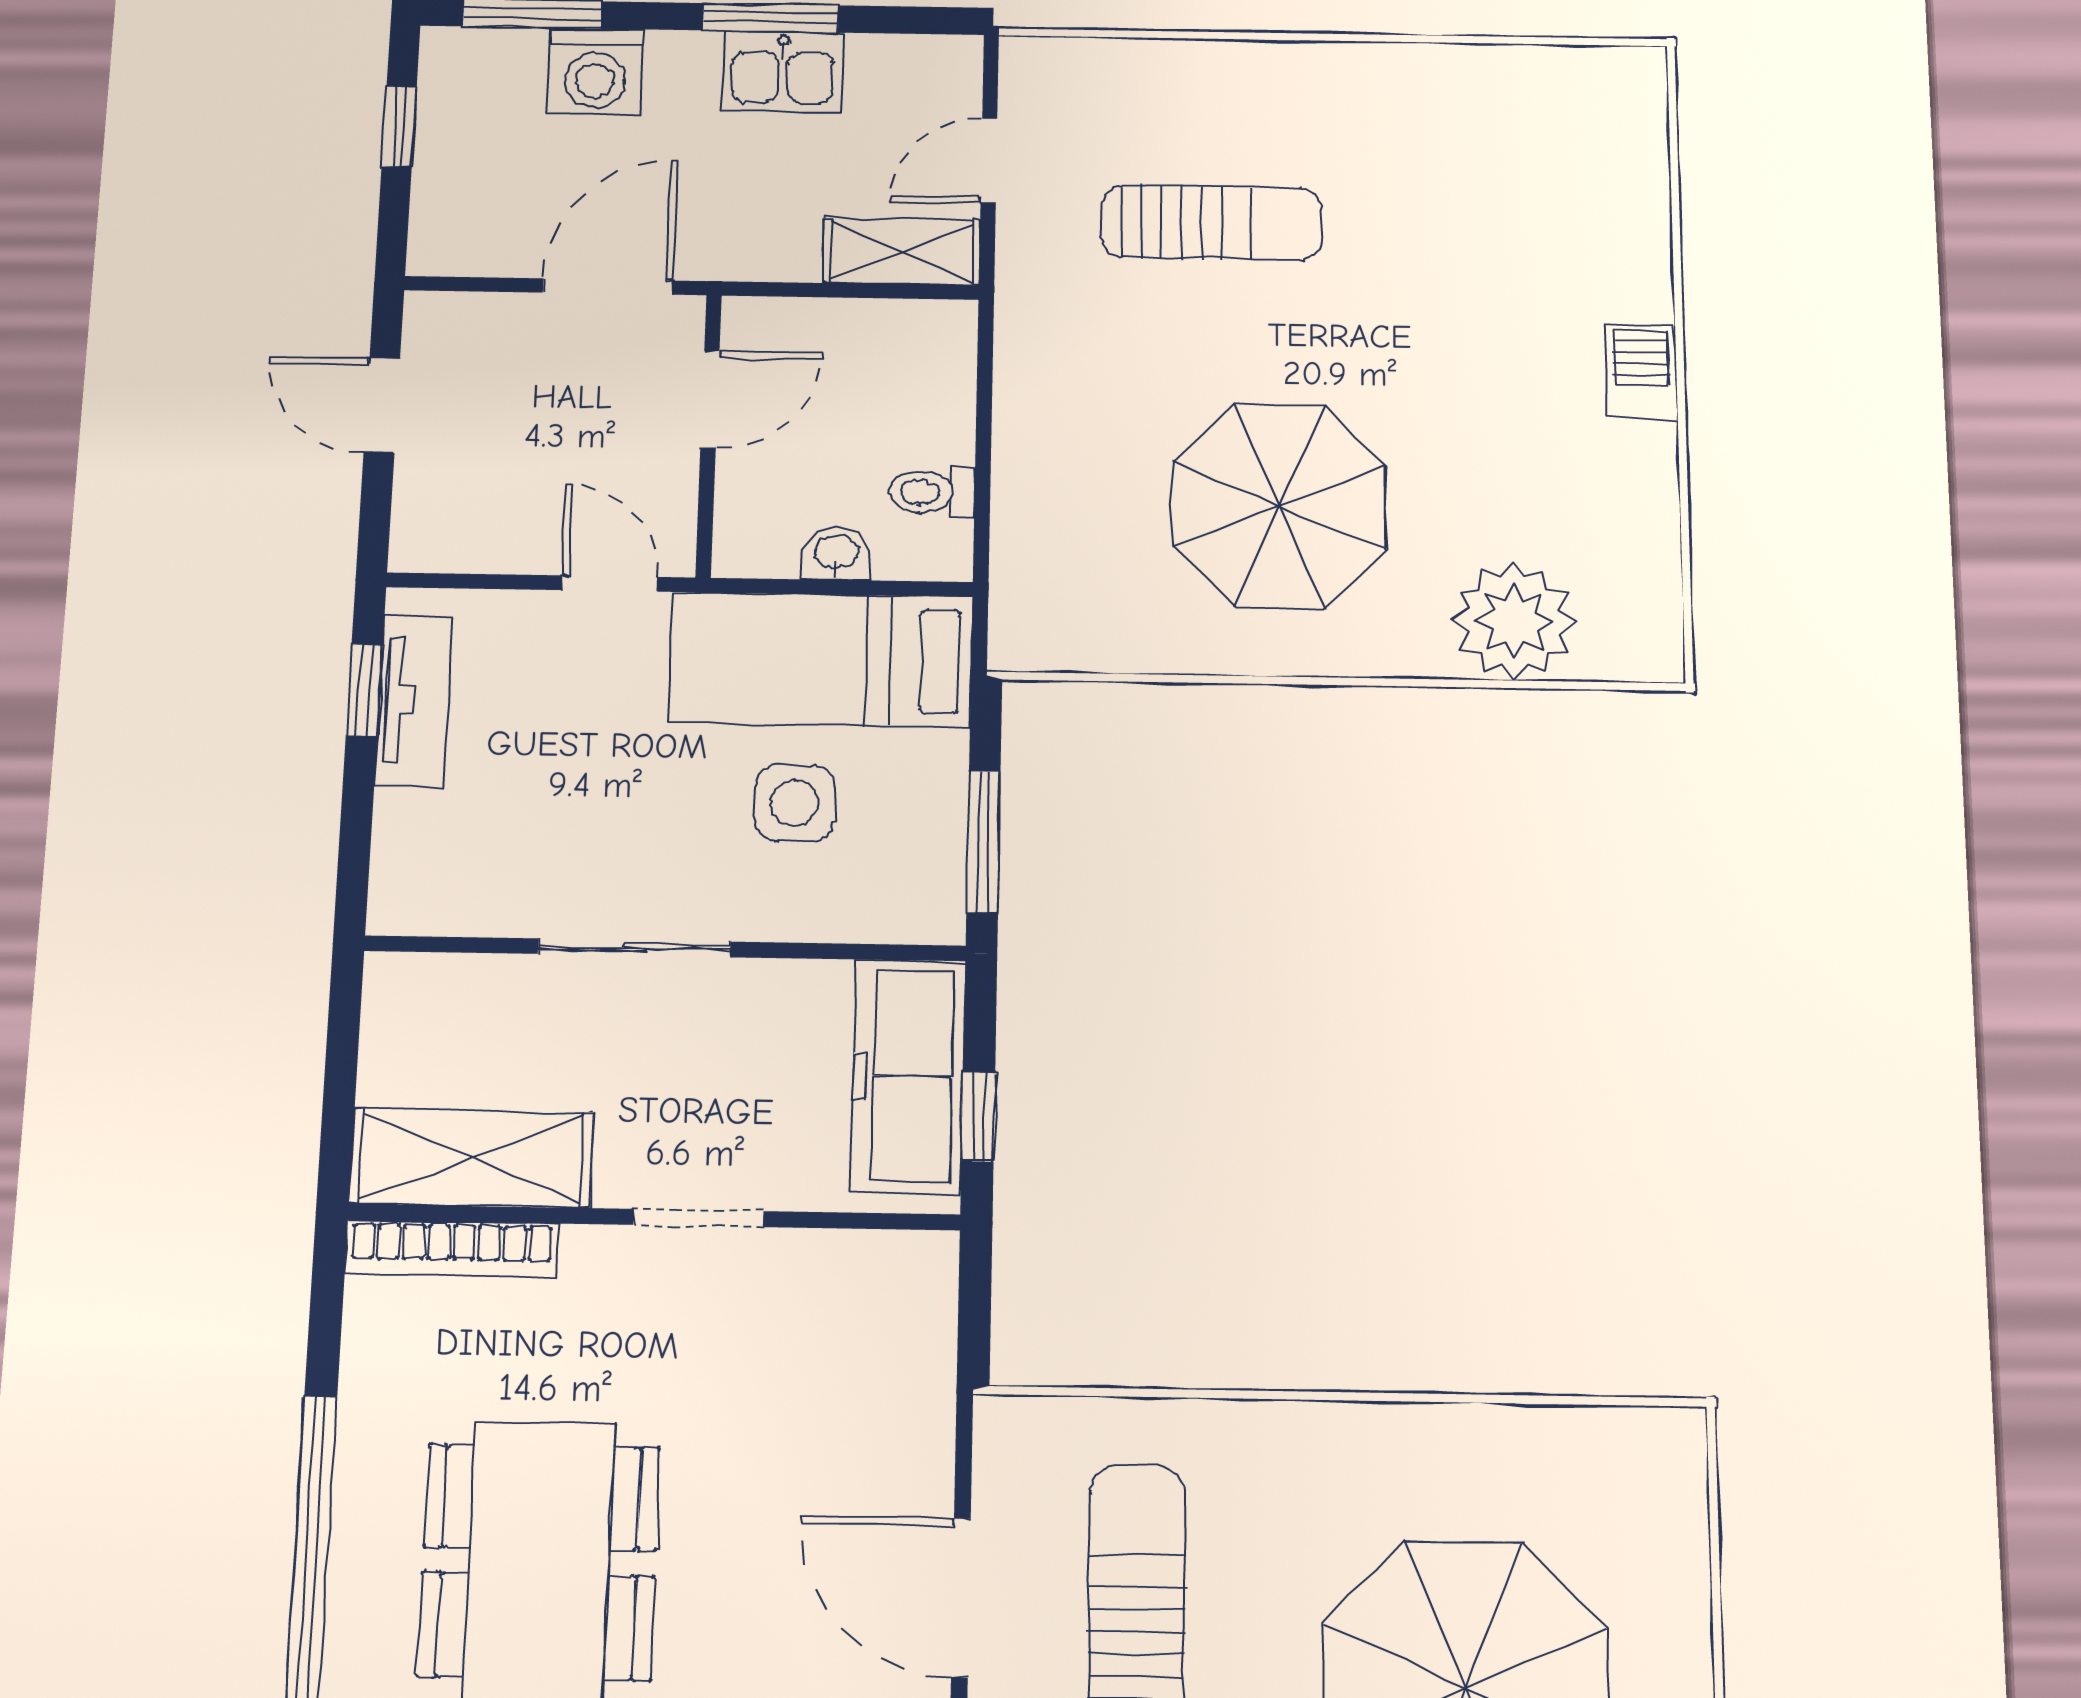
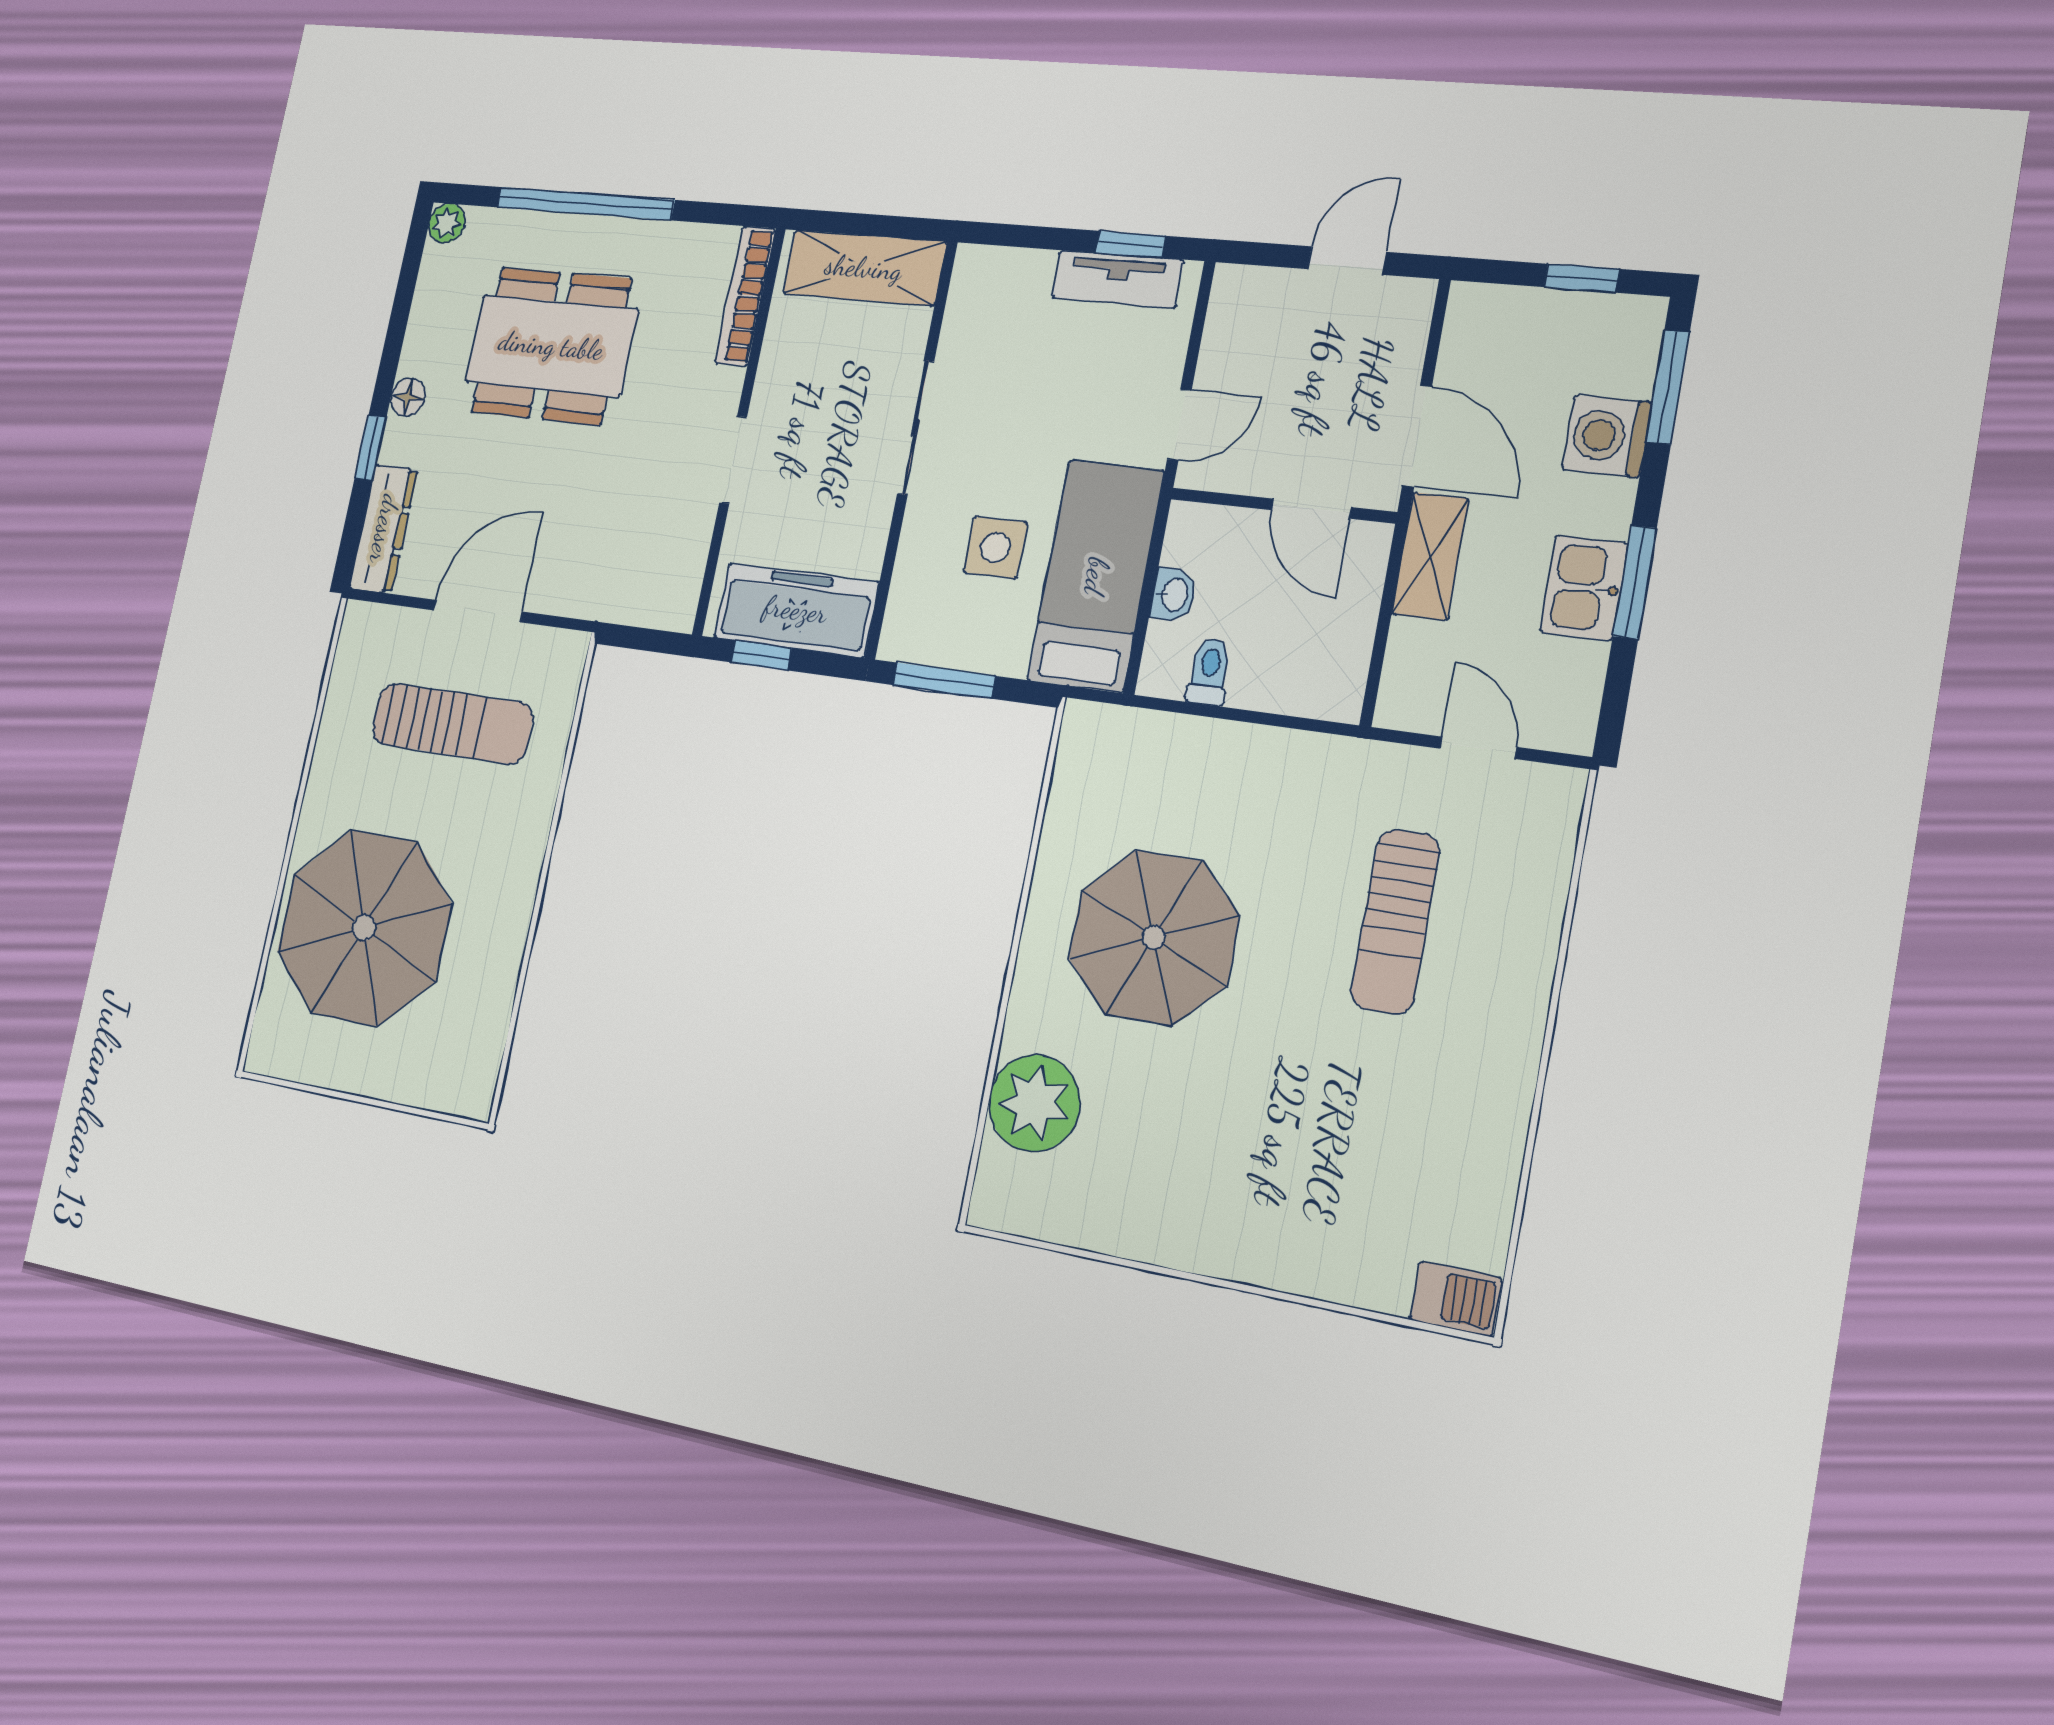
shelving: (902, 251) -> (1430, 556), moved
barbecue: (1641, 372) -> (1456, 1299), moved
shelving: (472, 1158) -> (864, 268), moved, turned 90

